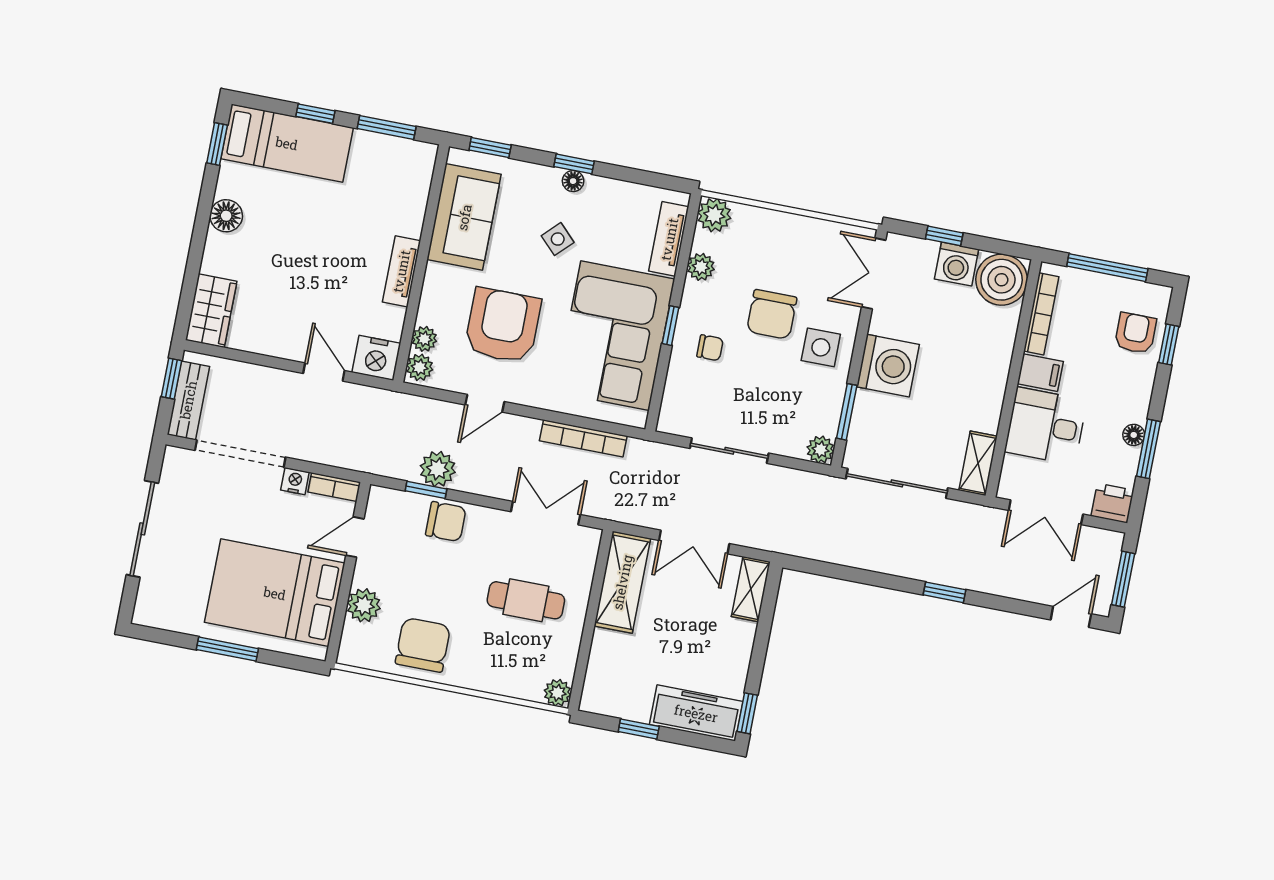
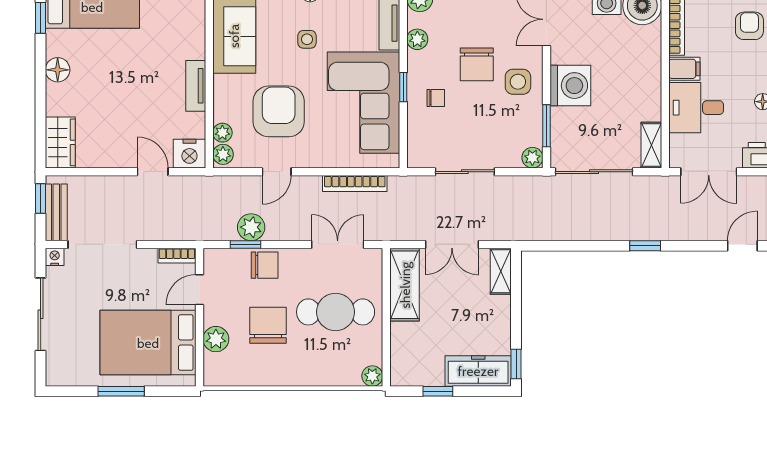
side table: (558, 239) -> (307, 39), turned 45
nightstand: (295, 481) -> (55, 257), moved
cafe table: (526, 600) -> (336, 312), width x1.37, depth x1.35
chair: (423, 645) -> (268, 325), moved

